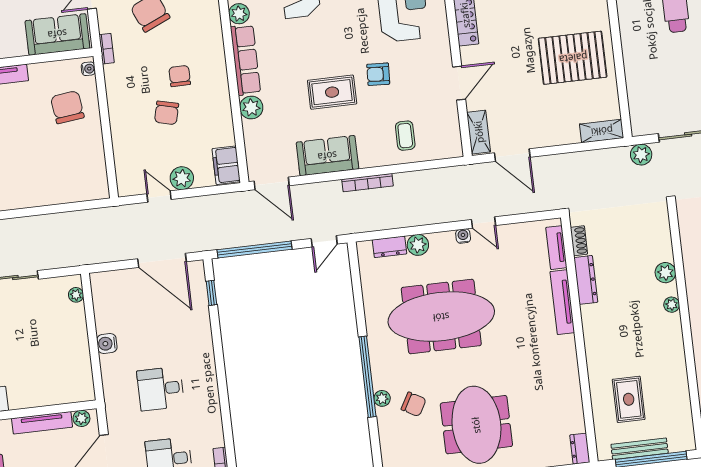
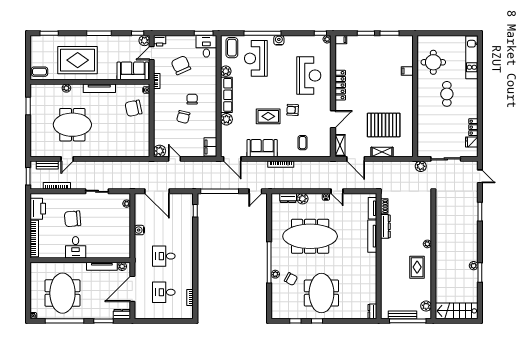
pallet: (573, 58) -> (384, 125), moved
chair: (67, 107) -> (133, 108), turned -95
shelving: (602, 131) -> (382, 152), moved
plant: (182, 178) -> (160, 151), moved
door: (162, 260) -> (157, 191), moved
plant: (665, 273) -> (426, 306), moved
rug: (629, 399) -> (417, 267), moved

